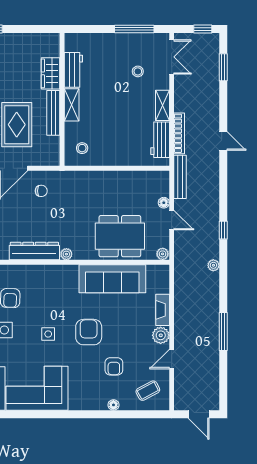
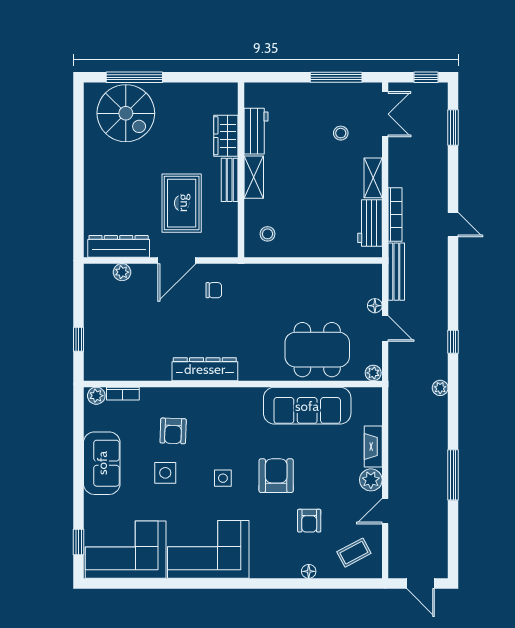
bench: (53, 113) -> (230, 180), width x0.73
plant: (66, 254) -> (247, 373), removed

